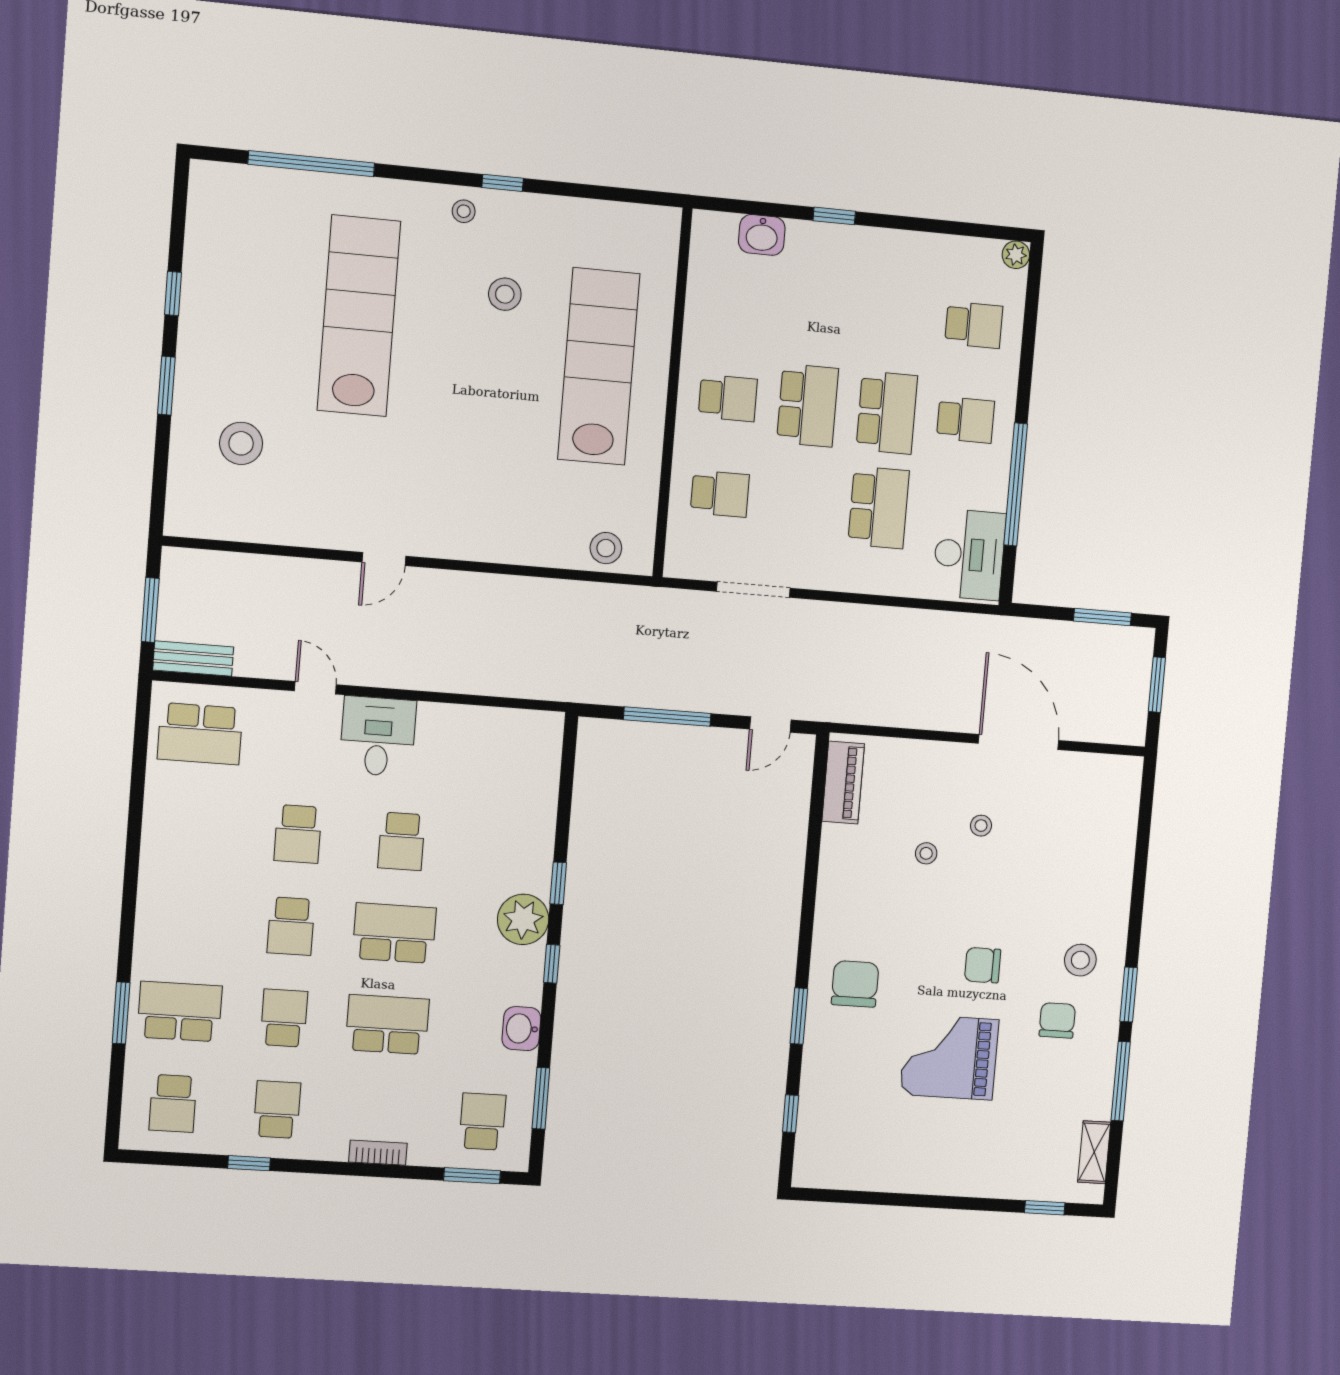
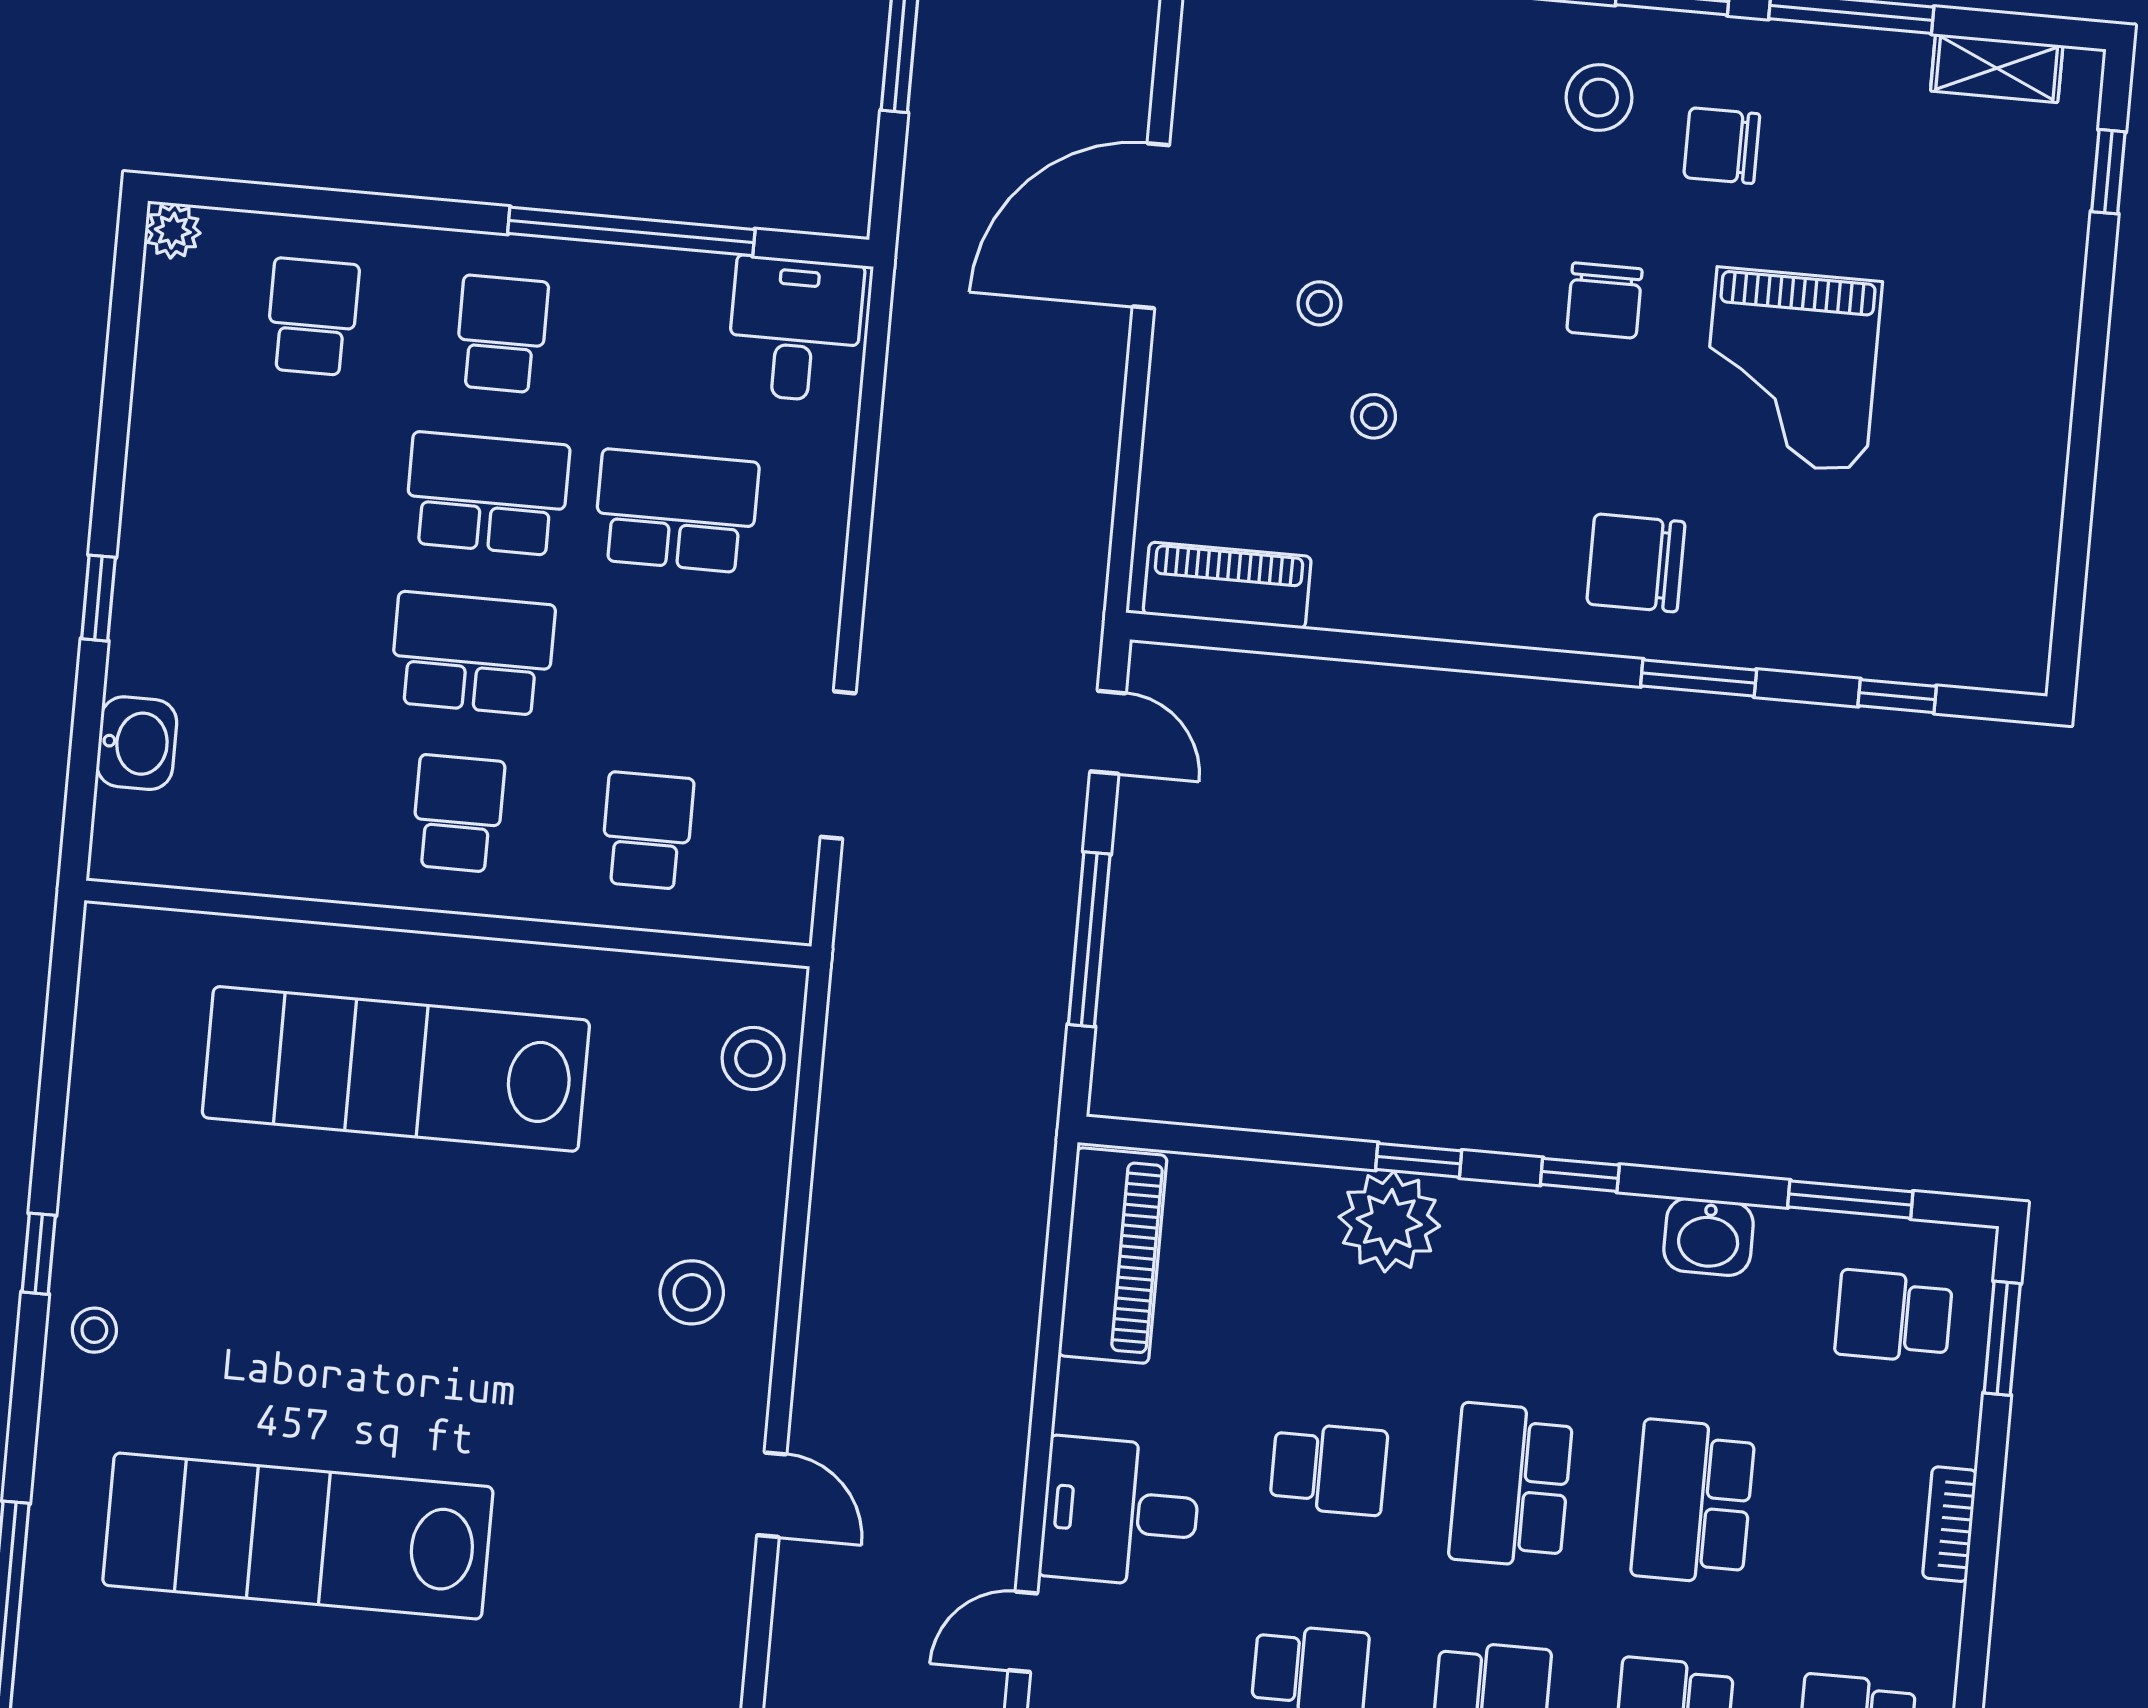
stool: (505, 294) -> (692, 1292), moved
desk: (969, 555) -> (795, 329), width x0.73
piano: (508, 731) -> (1113, 1256), added
plant: (523, 919) -> (1389, 1222), moved

